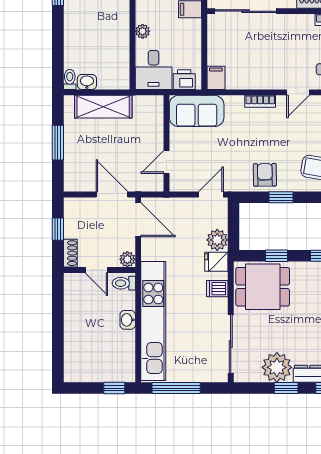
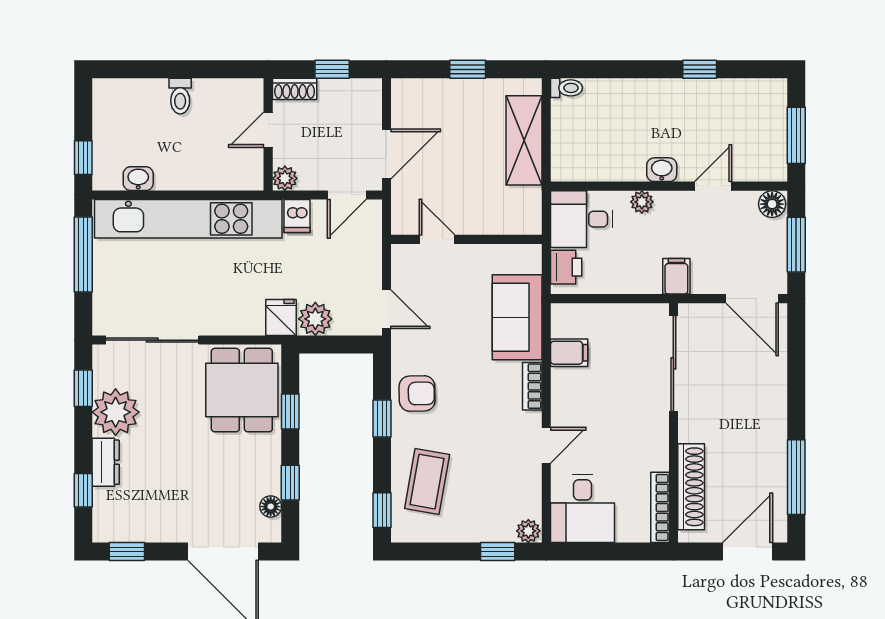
filing cabinet: (216, 78) -> (569, 353), moved
washbasin: (87, 82) -> (662, 170), moved, turned -90
door: (298, 92) -> (546, 445), swing flipped
sofa: (197, 111) -> (517, 317), moved
window: (58, 143) -> (468, 69), width x0.67
door: (138, 220) -> (347, 195), width x0.73
toilet: (124, 283) -> (180, 96), moved, turned 180
dishwasher: (217, 289) -> (297, 216), moved, turned 180
washbasin: (128, 320) -> (138, 179), moved
window: (286, 388) -> (83, 388), moved

